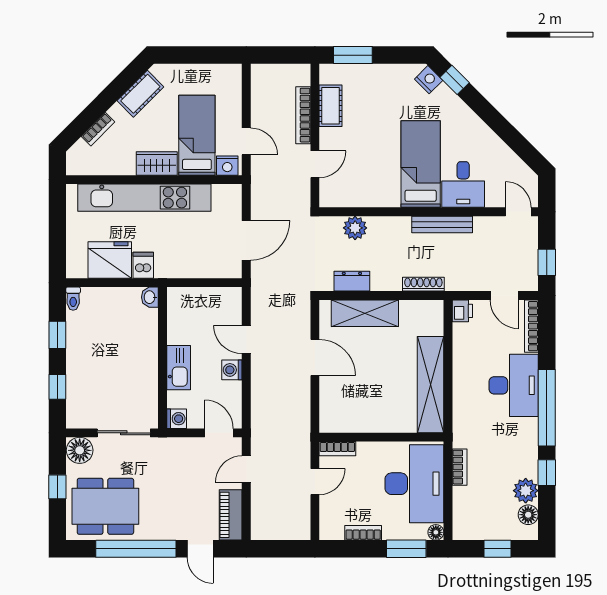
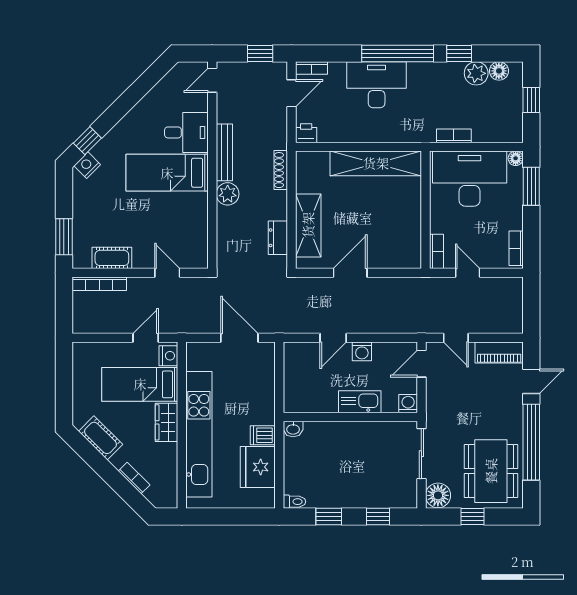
bookcase: (303, 115) -> (99, 284), moved
plant: (355, 228) -> (228, 194), moved
bookcase: (531, 326) -> (311, 68), width x0.64
bookcase: (363, 533) -> (516, 248), moved

